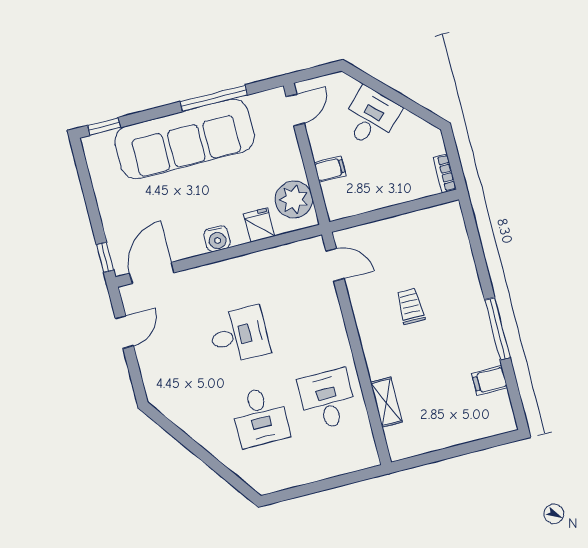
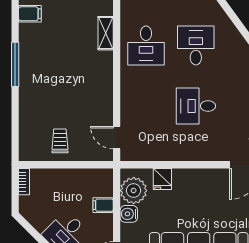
water cooler: (217, 239) -> (129, 214), moved, turned -90
trolley: (410, 306) -> (60, 141), moved, turned 180
filing cabinet: (490, 380) -> (30, 14), moved

